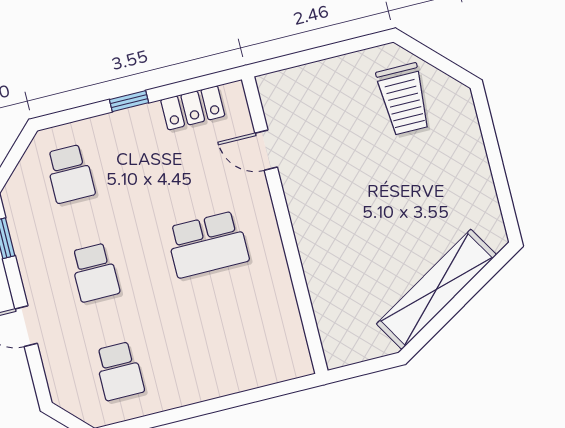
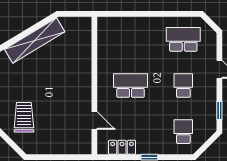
trolley: (404, 99) -> (24, 117), moved
school desk: (119, 371) -> (183, 39), width x1.85

